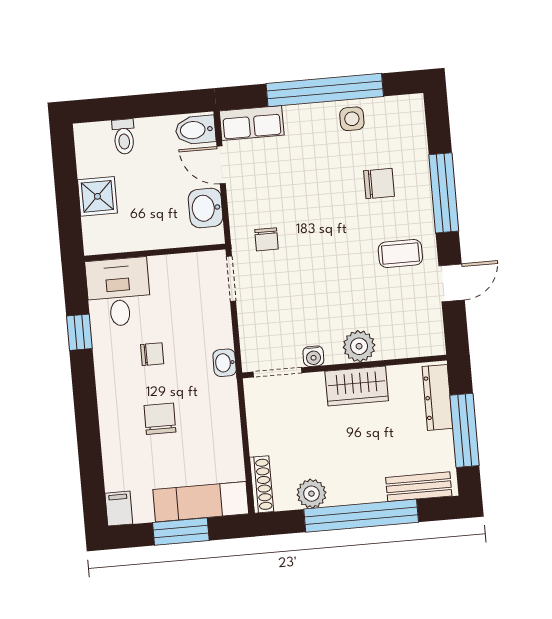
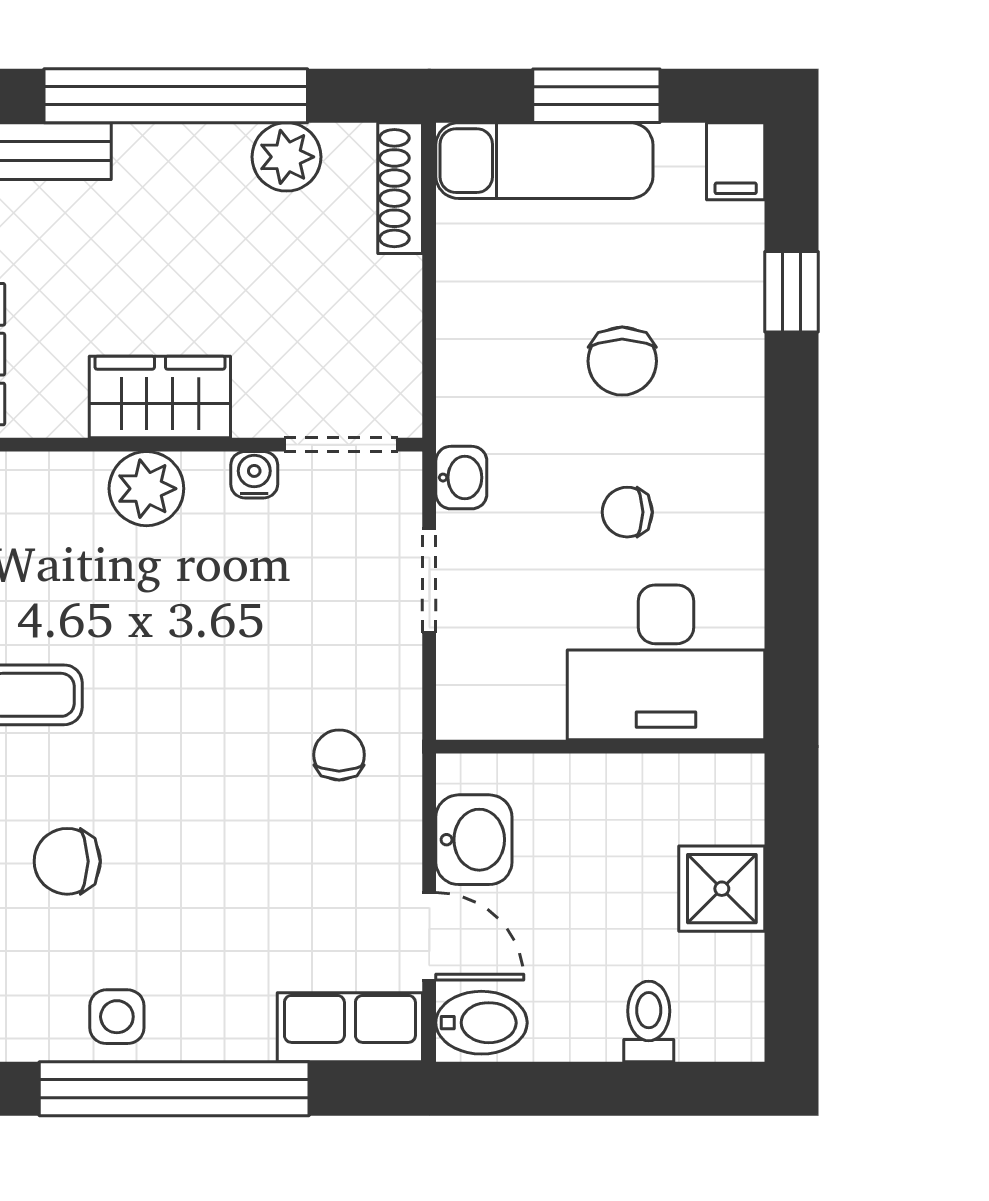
doorway: (231, 279) -> (429, 580), moved
desk: (118, 292) -> (666, 662), width x1.37
window: (79, 332) -> (791, 292), moved

